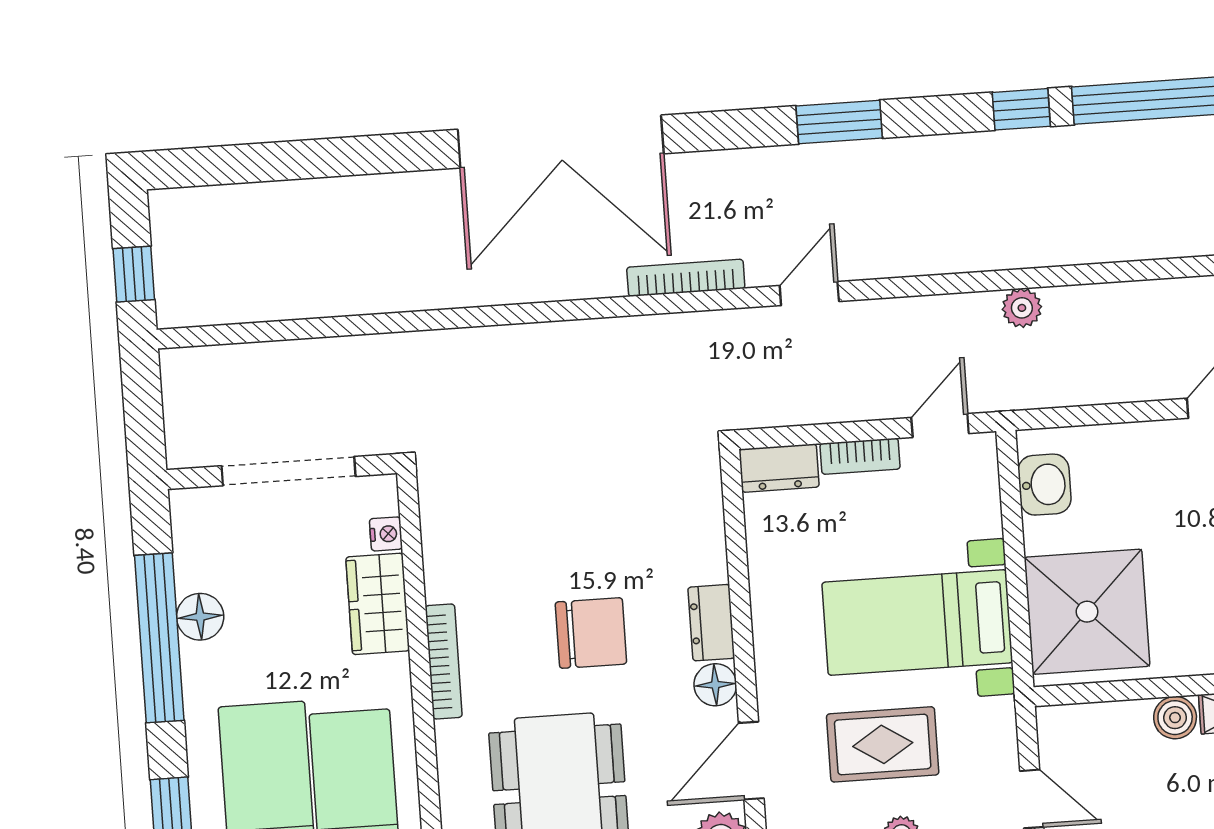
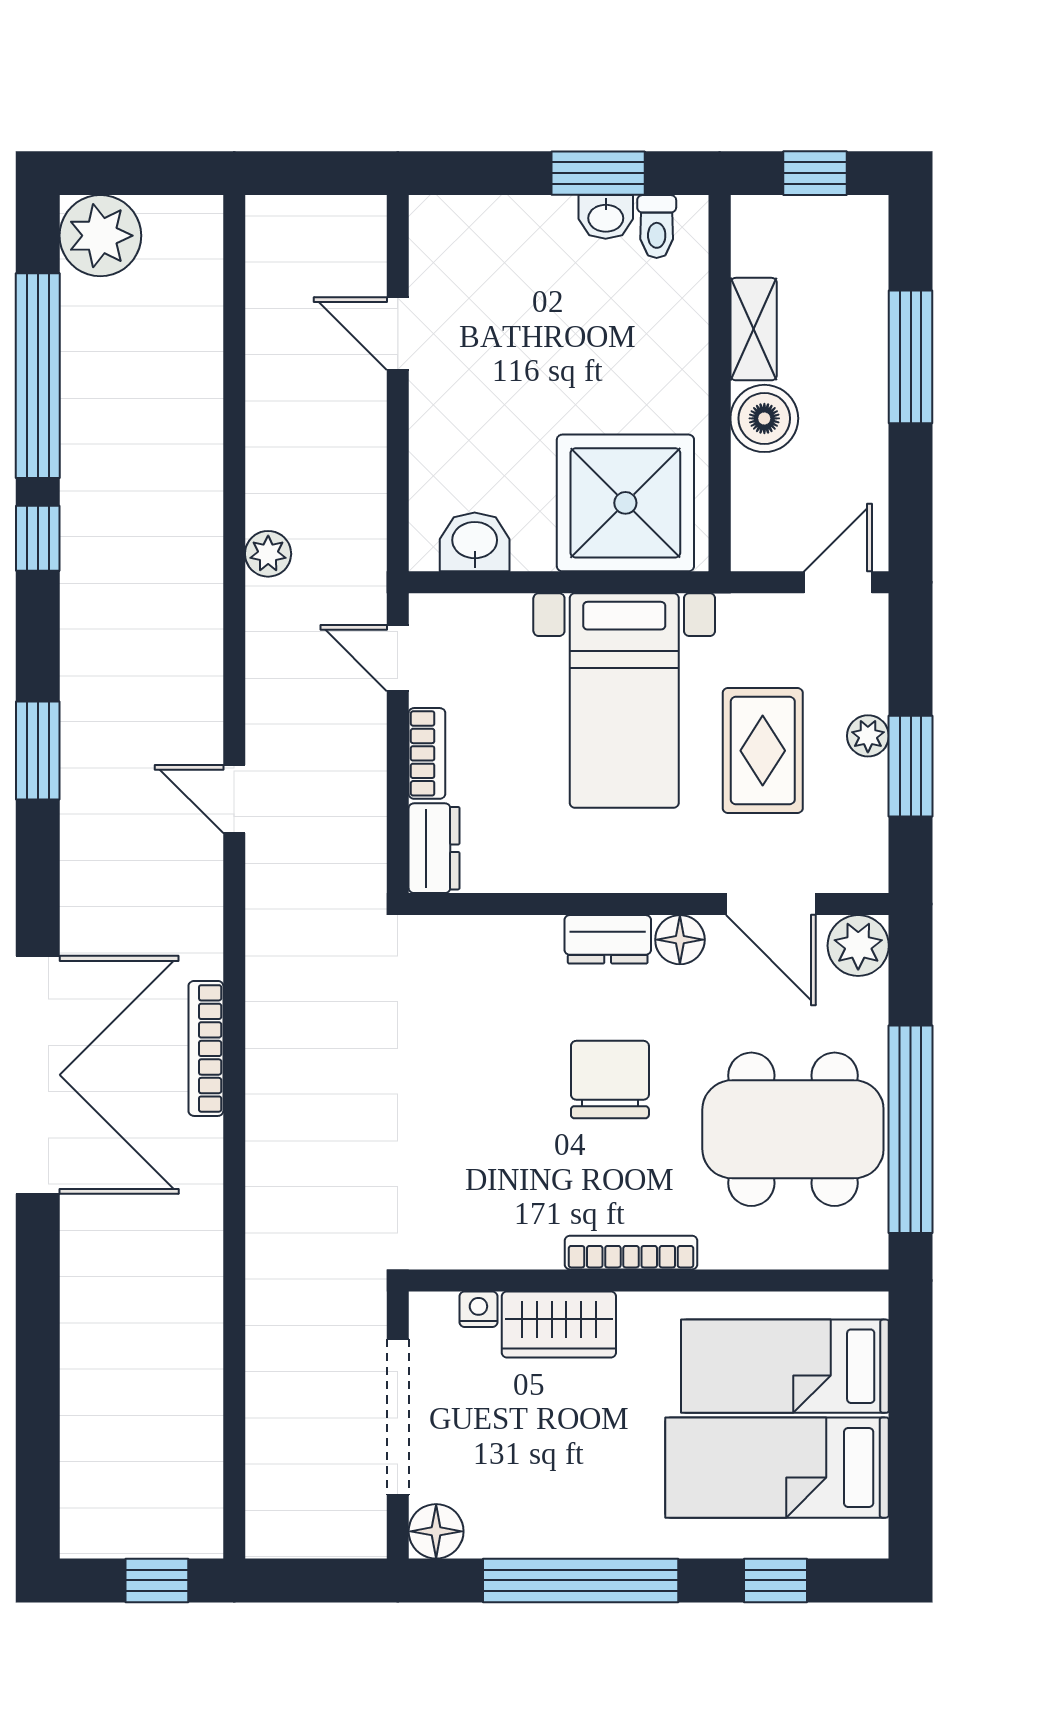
bookcase: (686, 278) -> (206, 1048), moved
floor lamp: (200, 617) -> (436, 1531), moved
boiler: (1175, 718) -> (764, 418), width x1.36, depth x1.36

